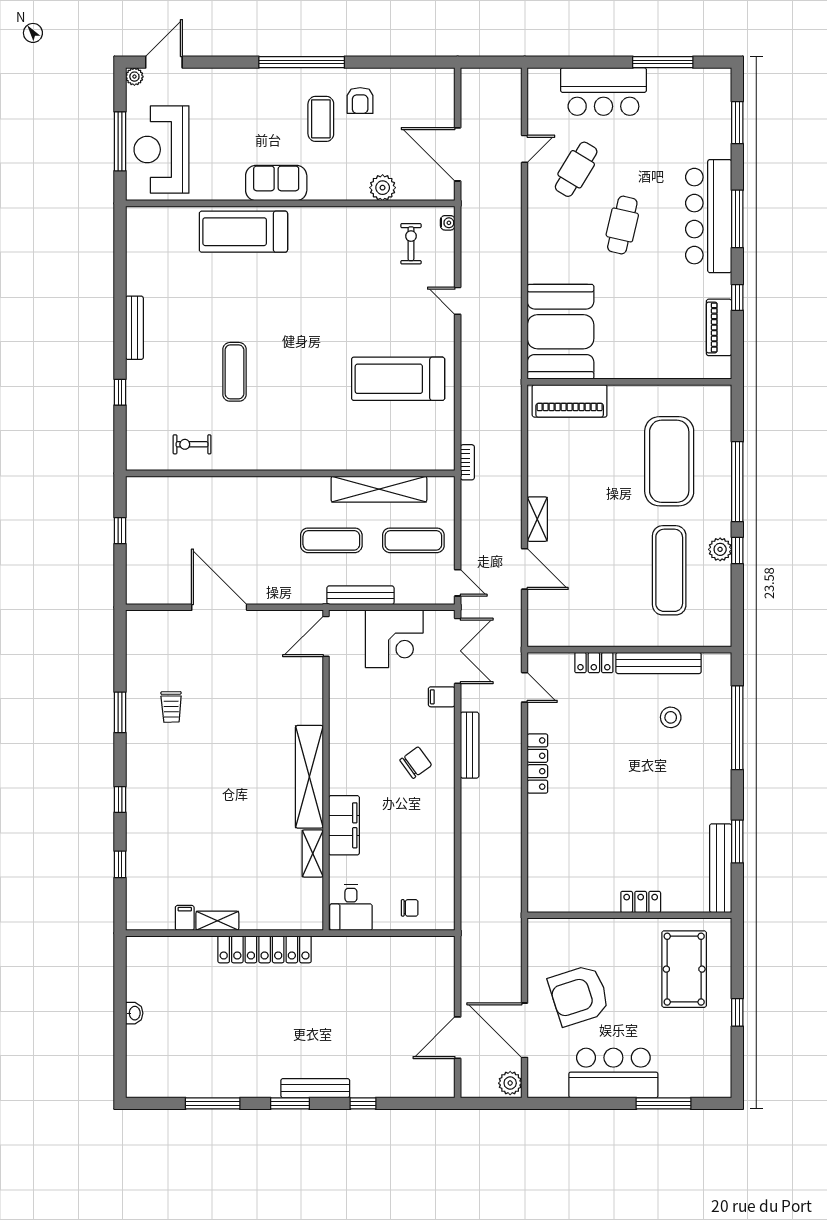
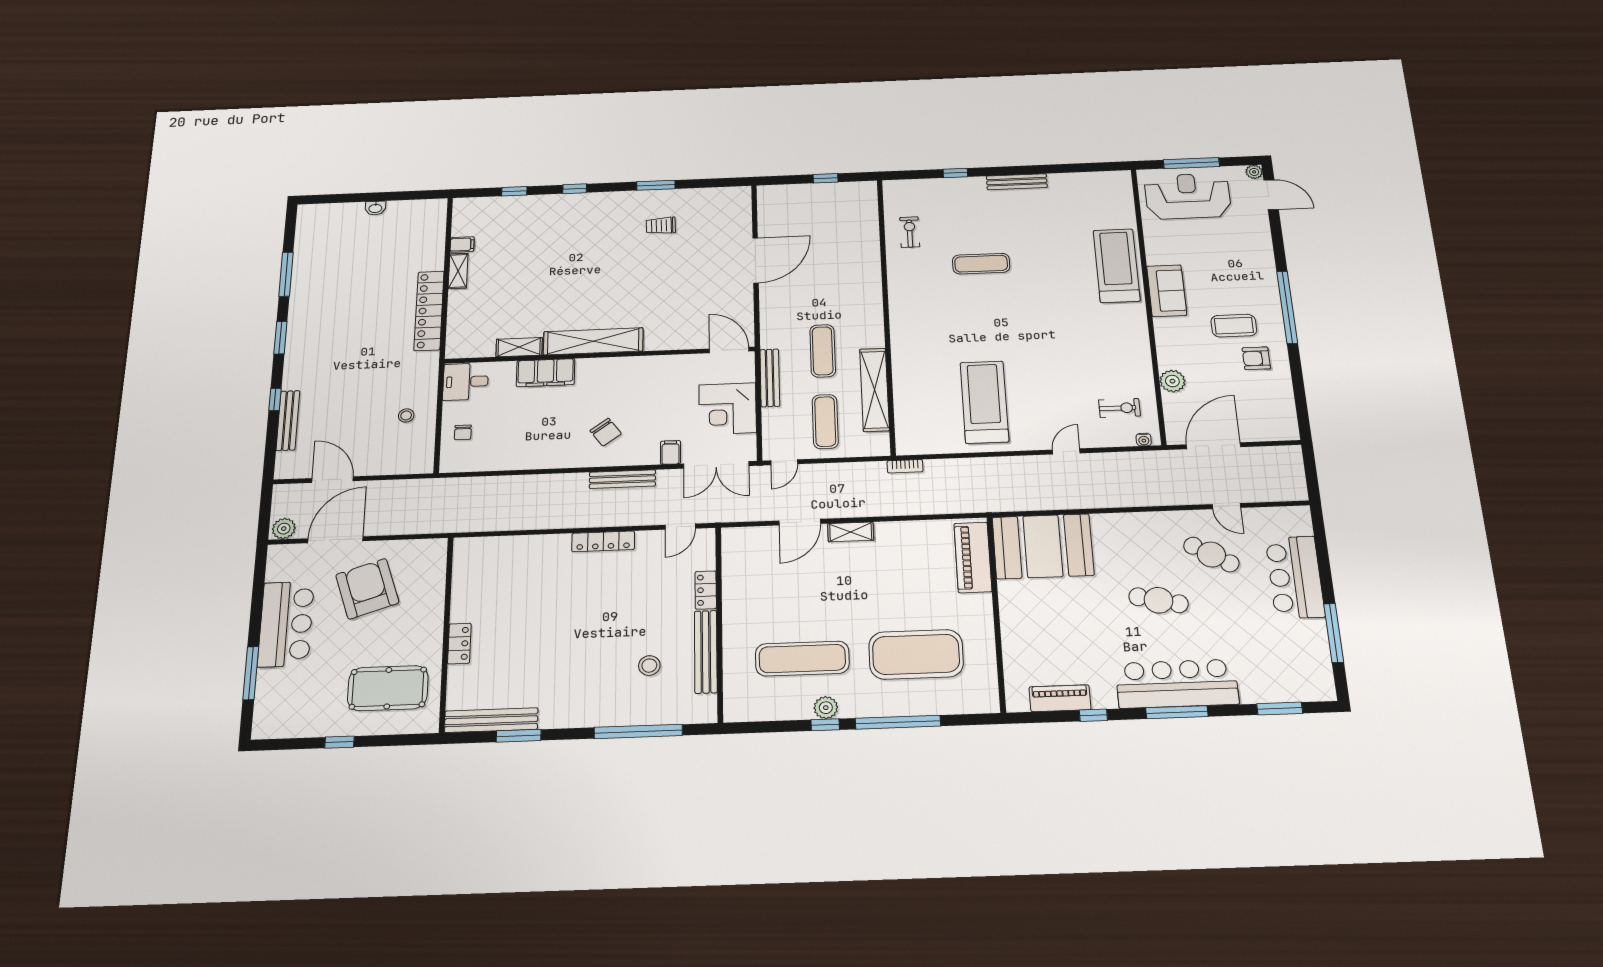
stool: (388, 967) -> (406, 415), added
bench: (315, 1088) -> (288, 420), moved

